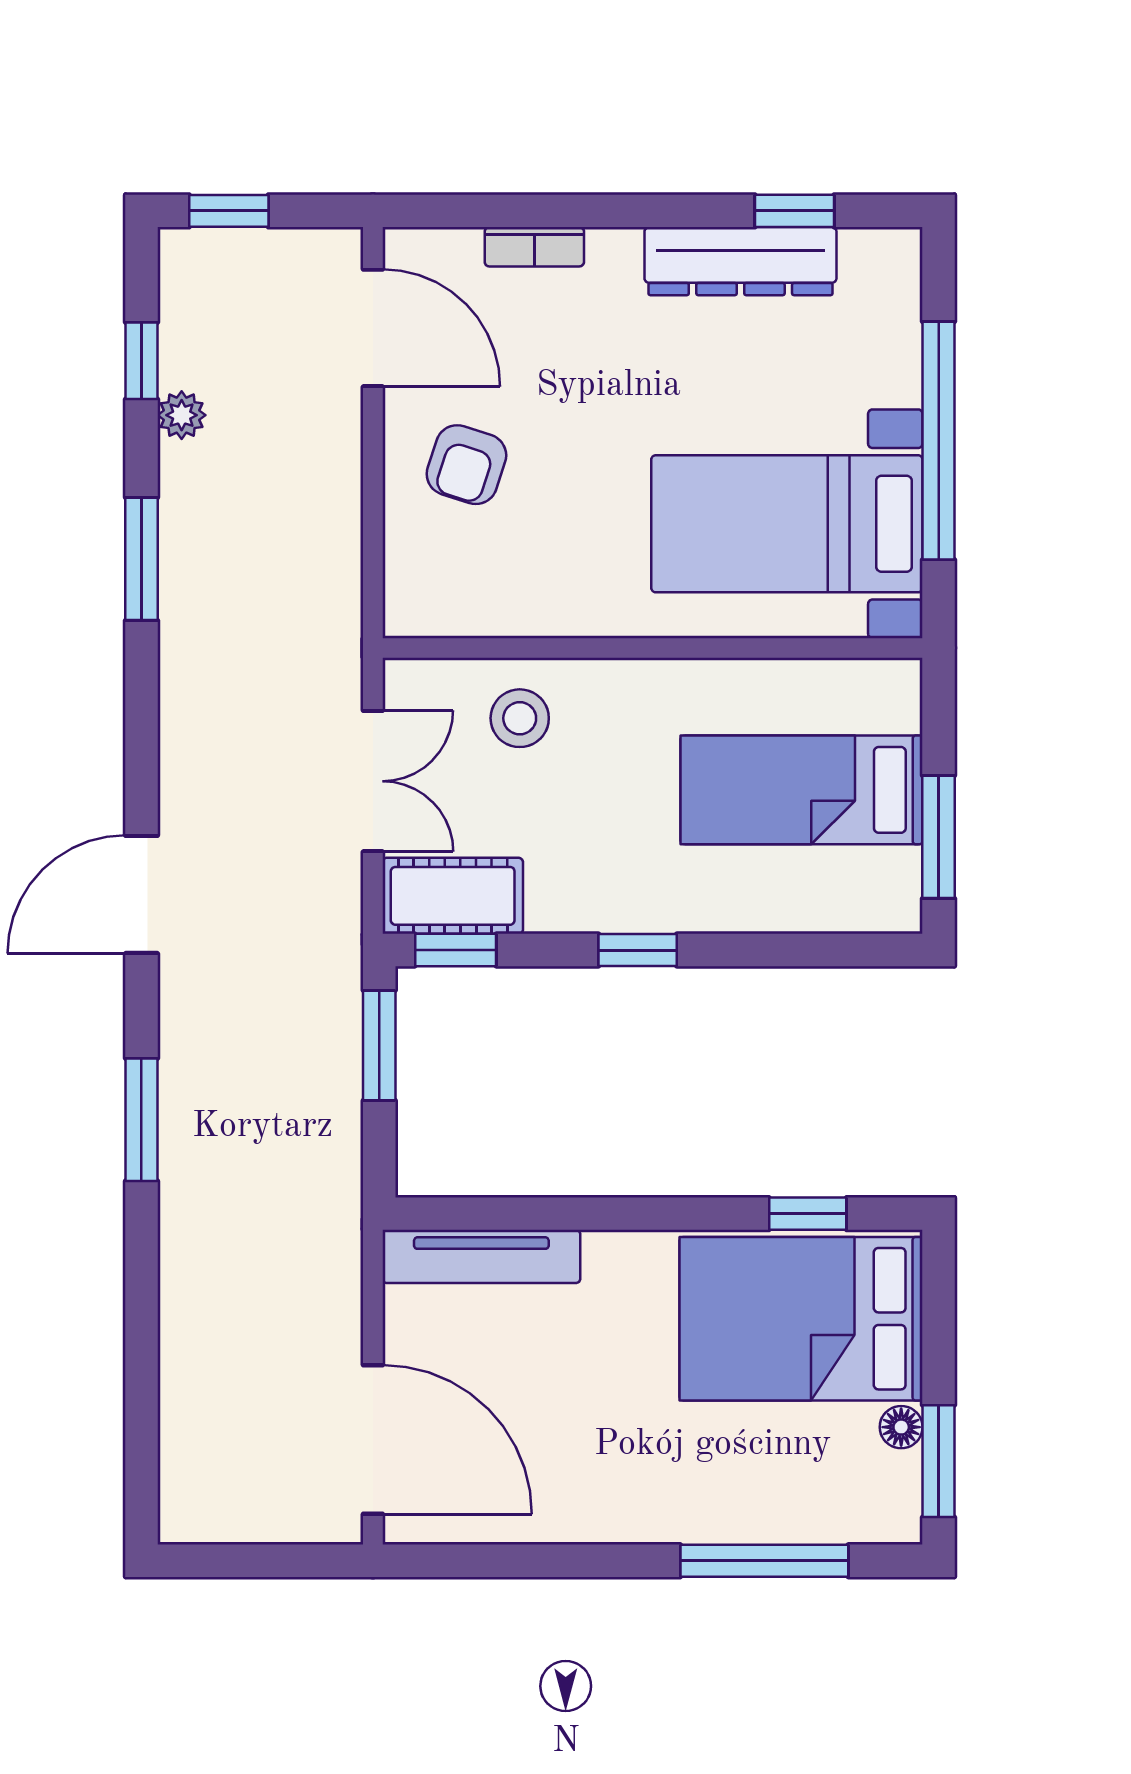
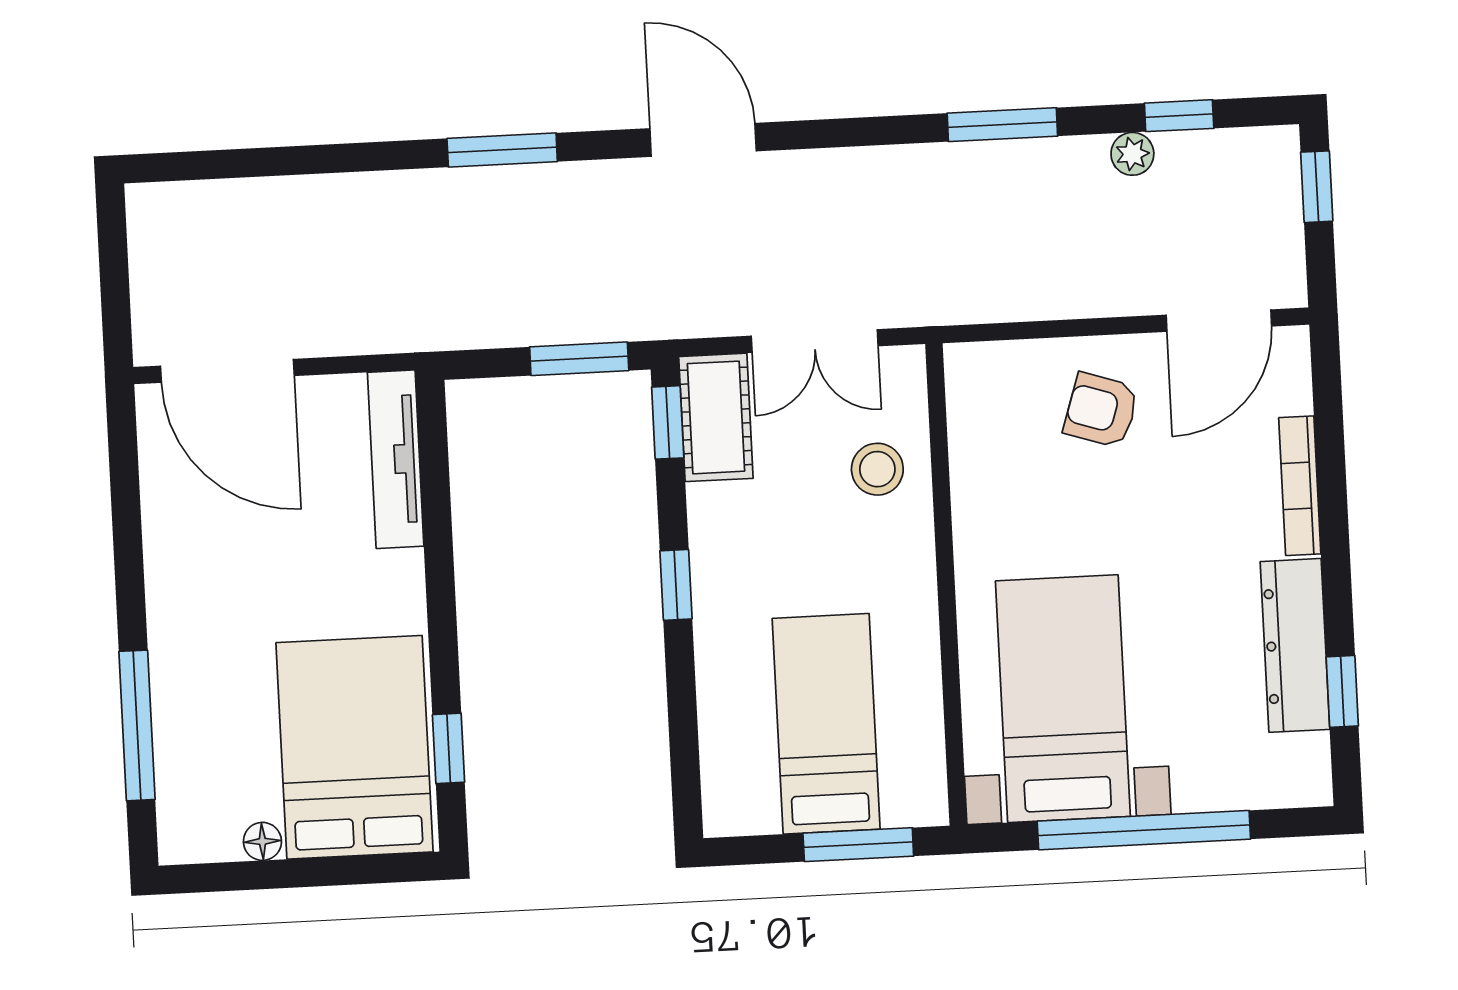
bookcase: (534, 247) -> (1300, 486), width x1.56
window: (939, 837) -> (858, 845), moved
door: (373, 1440) -> (227, 371), hinge flipped
window: (939, 1461) -> (234, 876), removed

